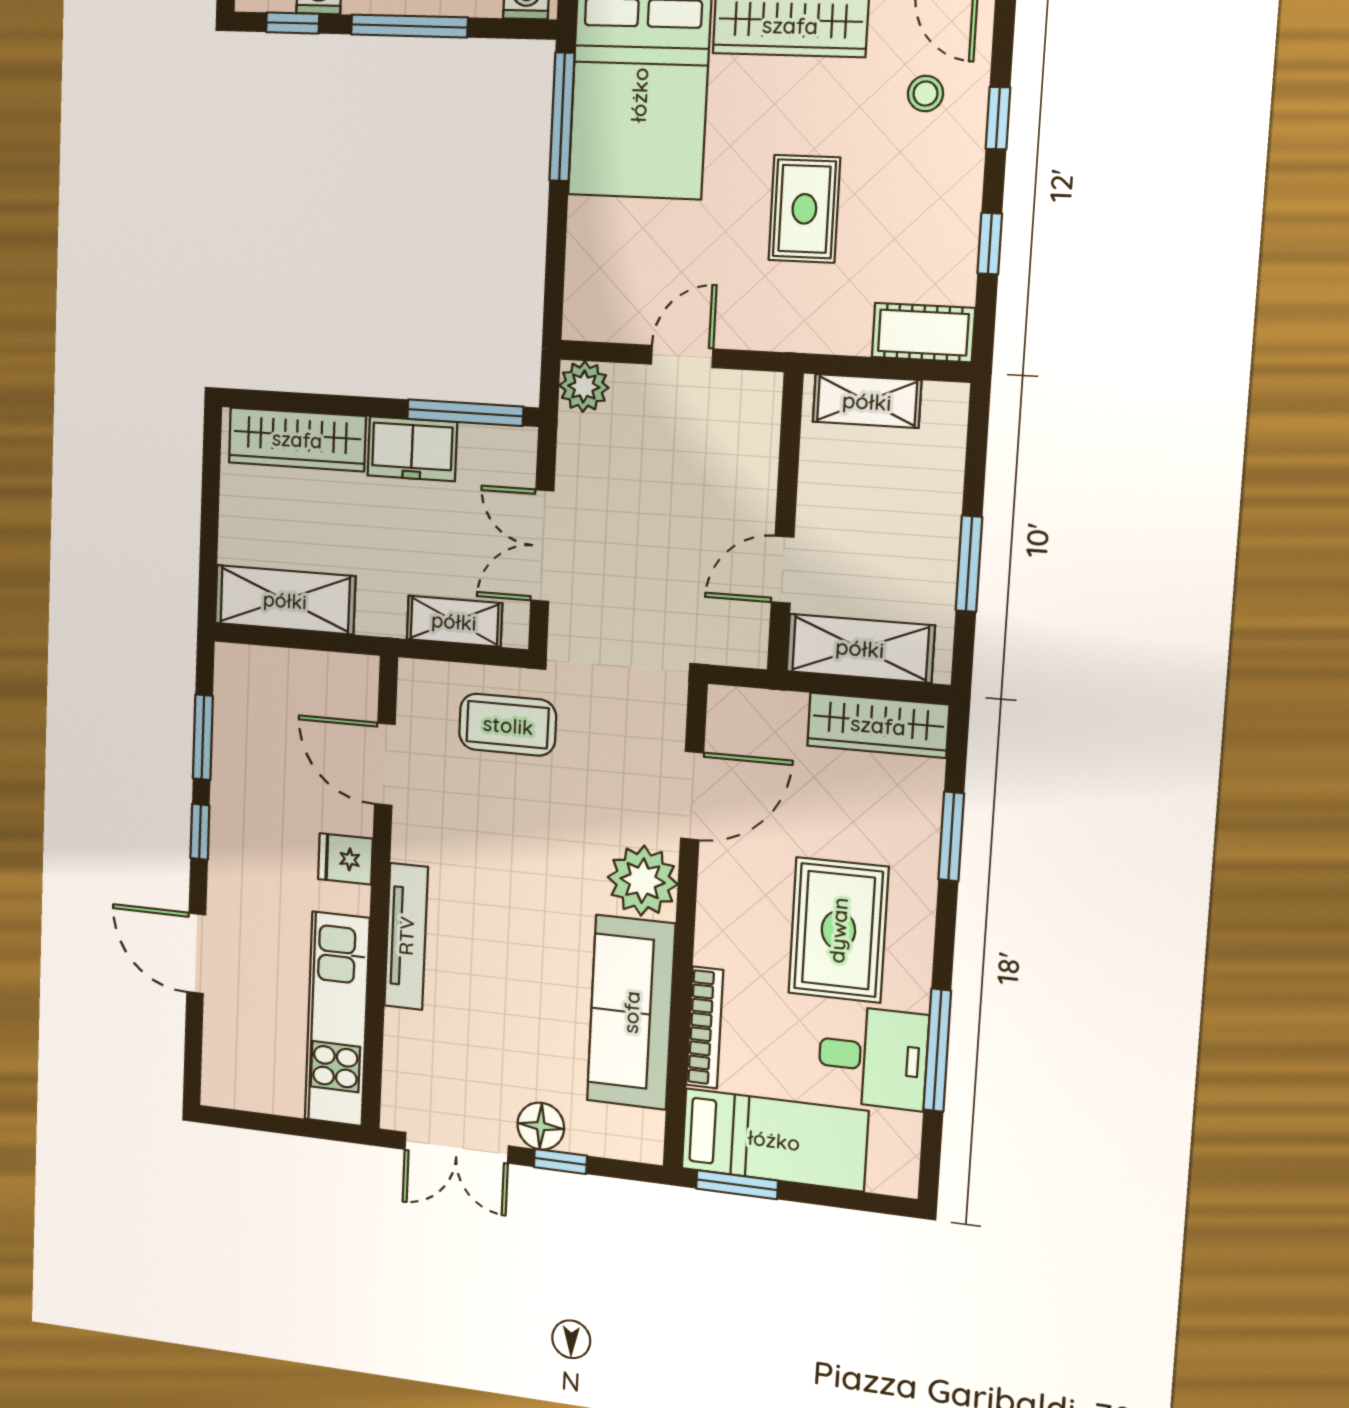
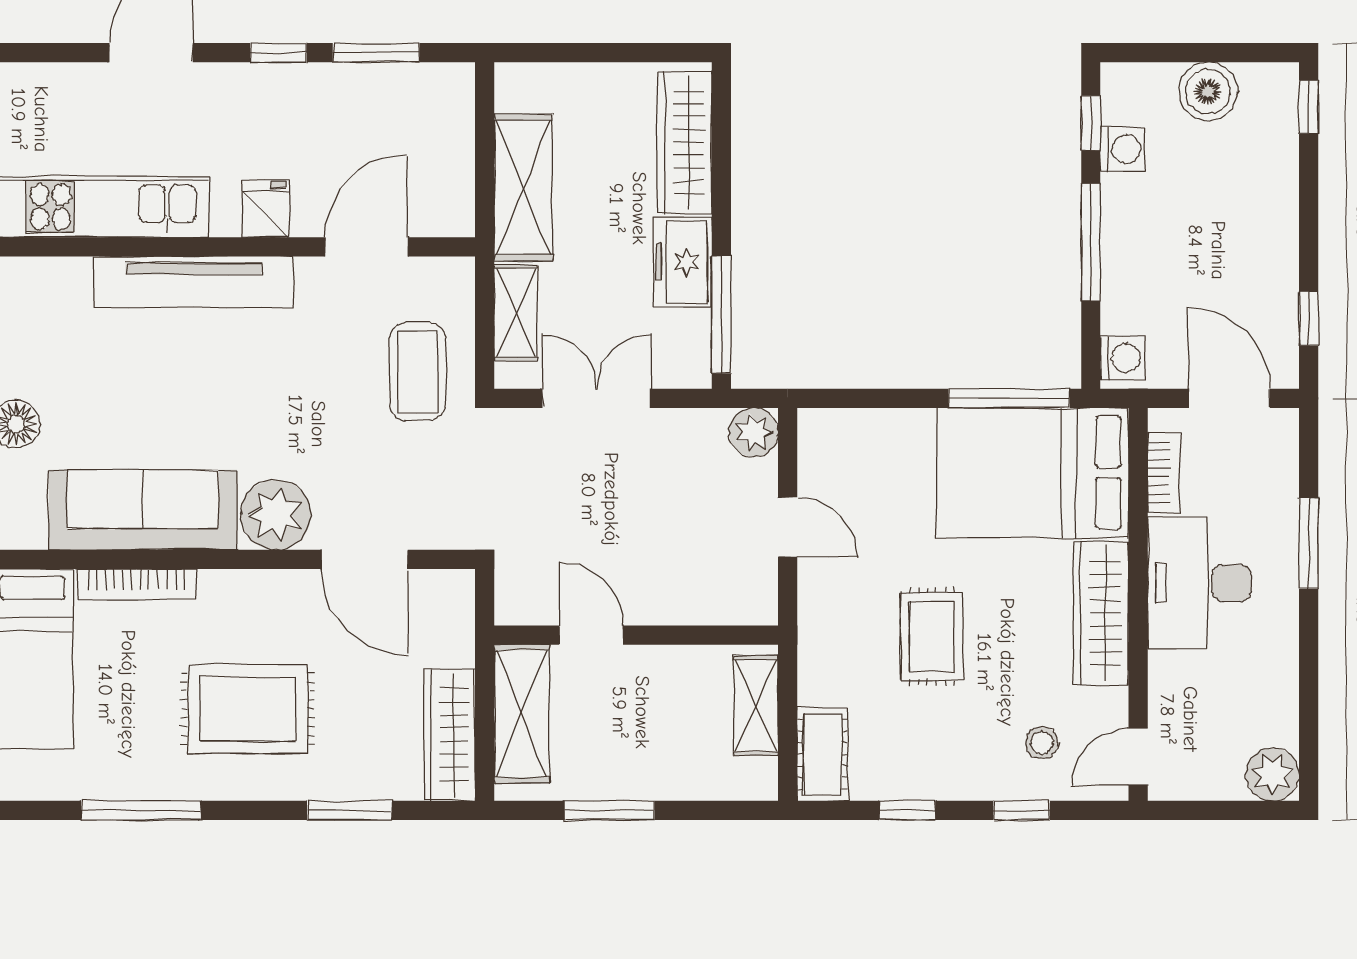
rug: (804, 209) -> (932, 636), turned 90
shelving: (285, 600) -> (523, 187), moved
tv unit: (406, 936) -> (194, 282), width x1.36, depth x1.29
desk: (873, 1057) -> (127, 749), removed

